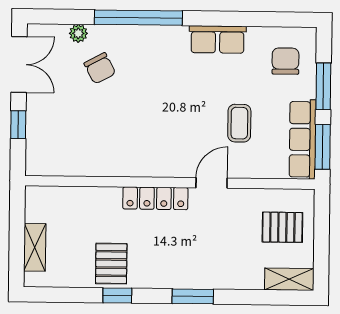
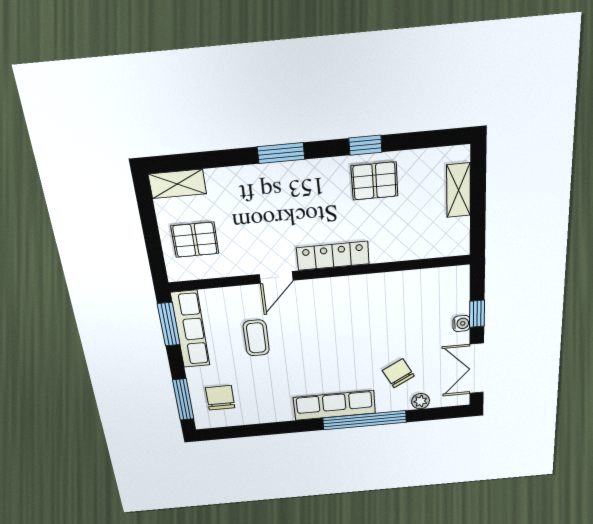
row of seats: (218, 39) -> (334, 405), moved, width x1.48
chair: (285, 61) -> (220, 398), turned 180
window: (323, 86) -> (183, 400), moved
water cooler: (34, 116) -> (461, 324), added
pallet: (111, 264) -> (375, 181), turned 90

